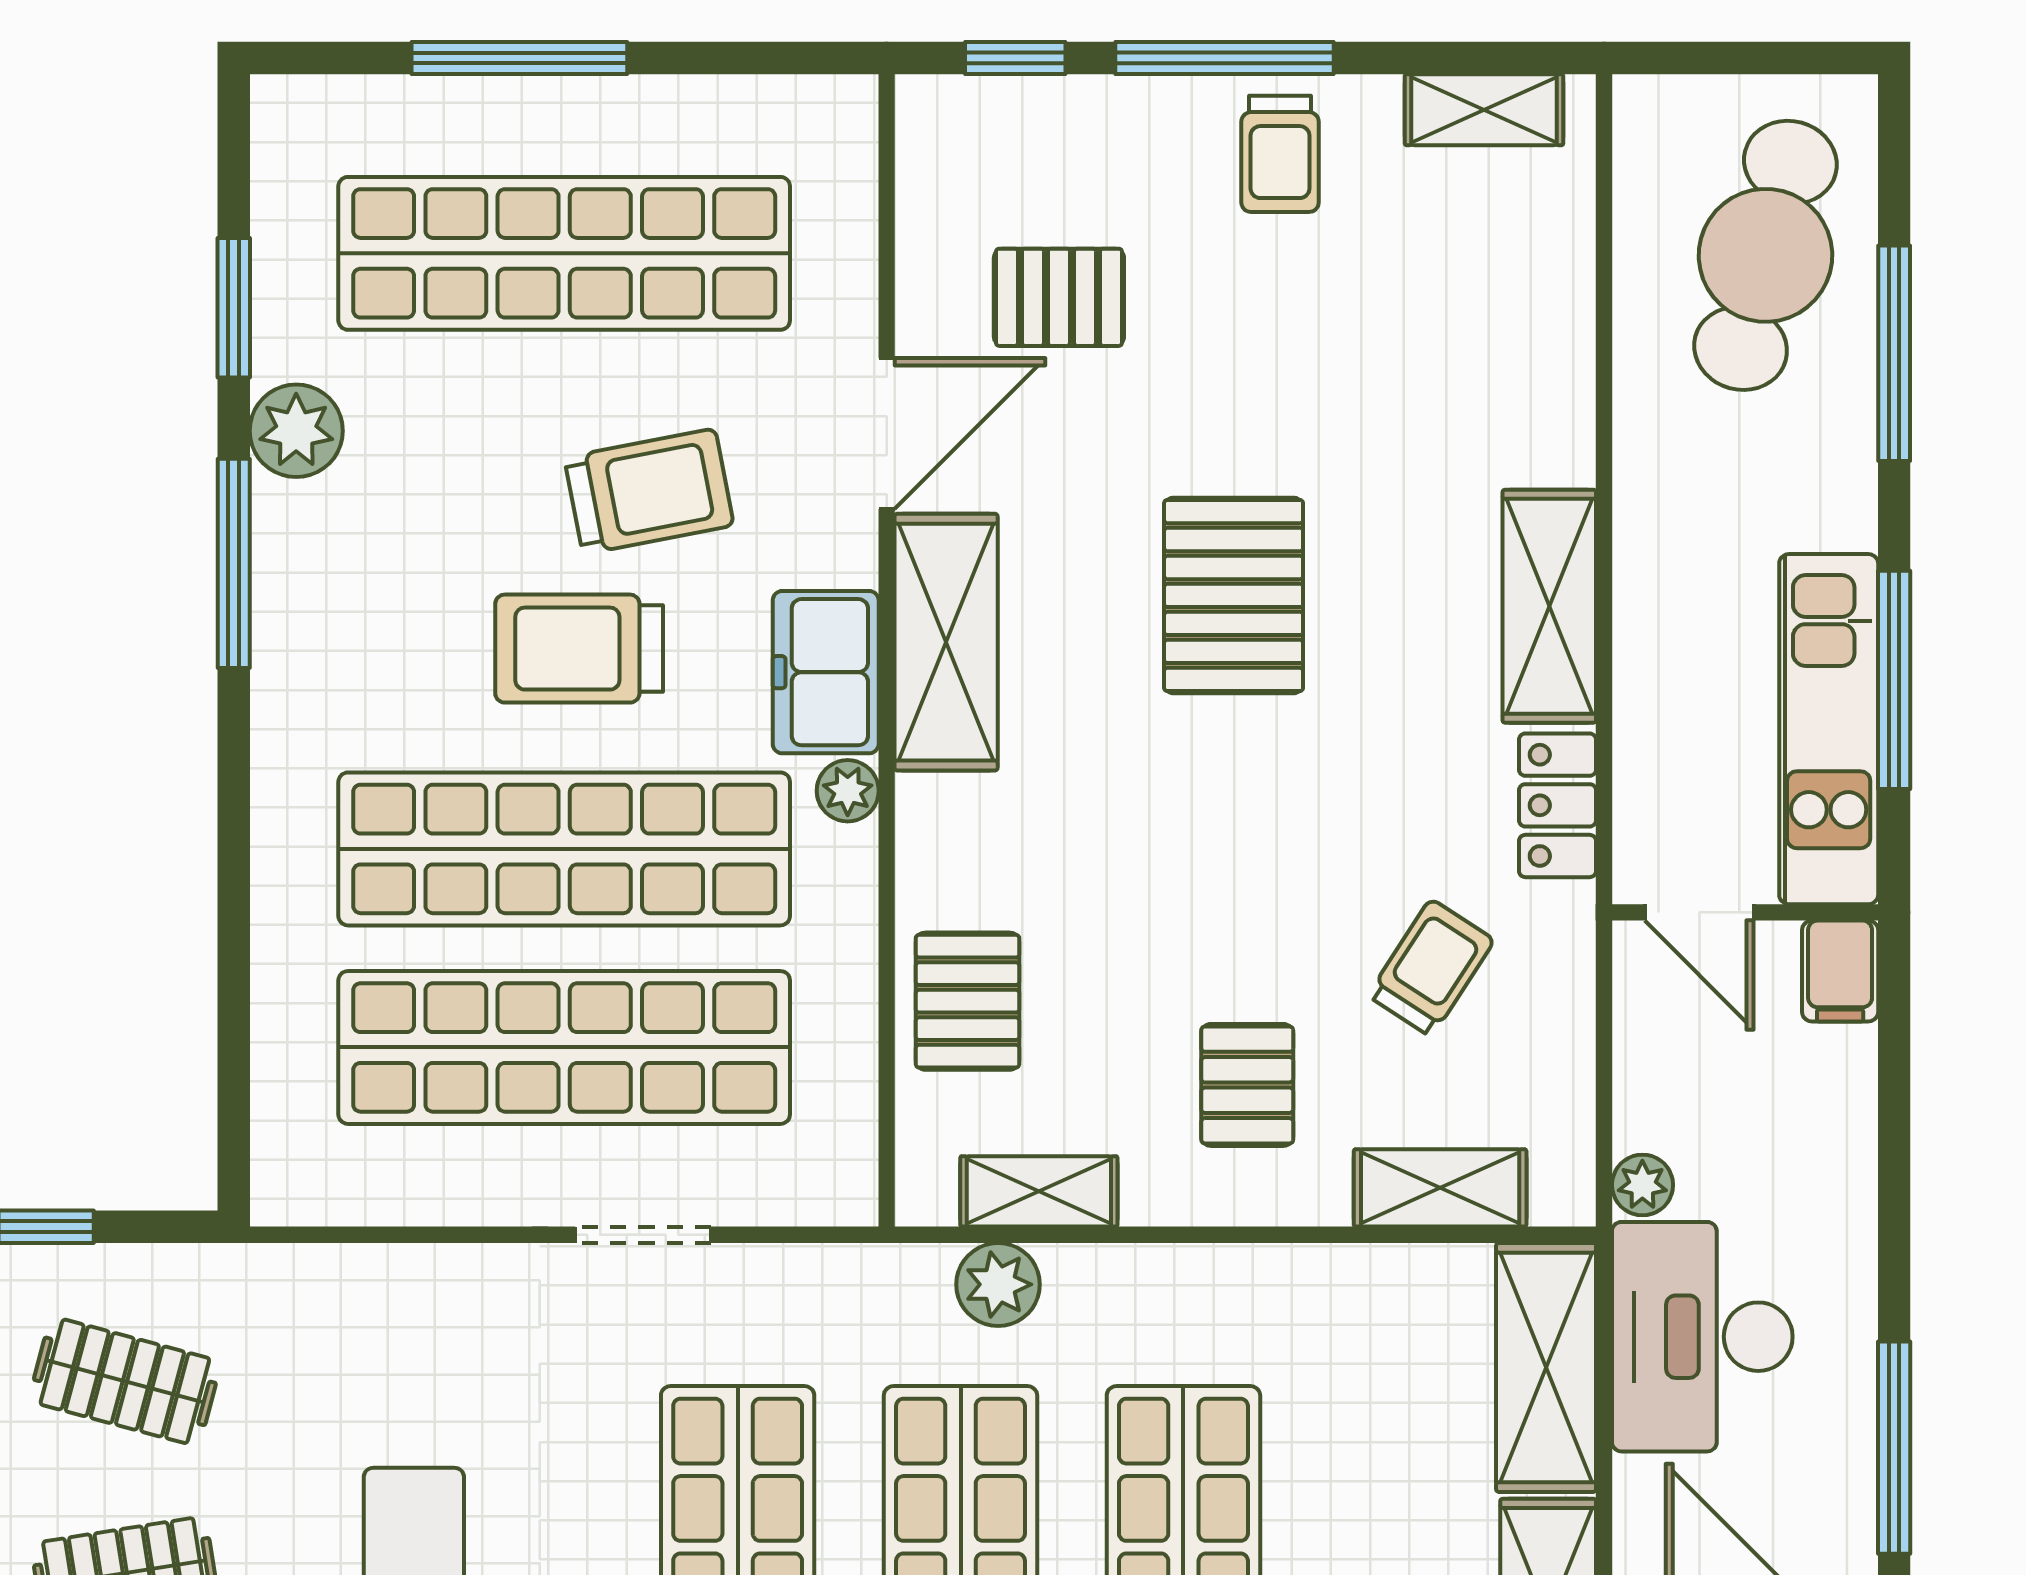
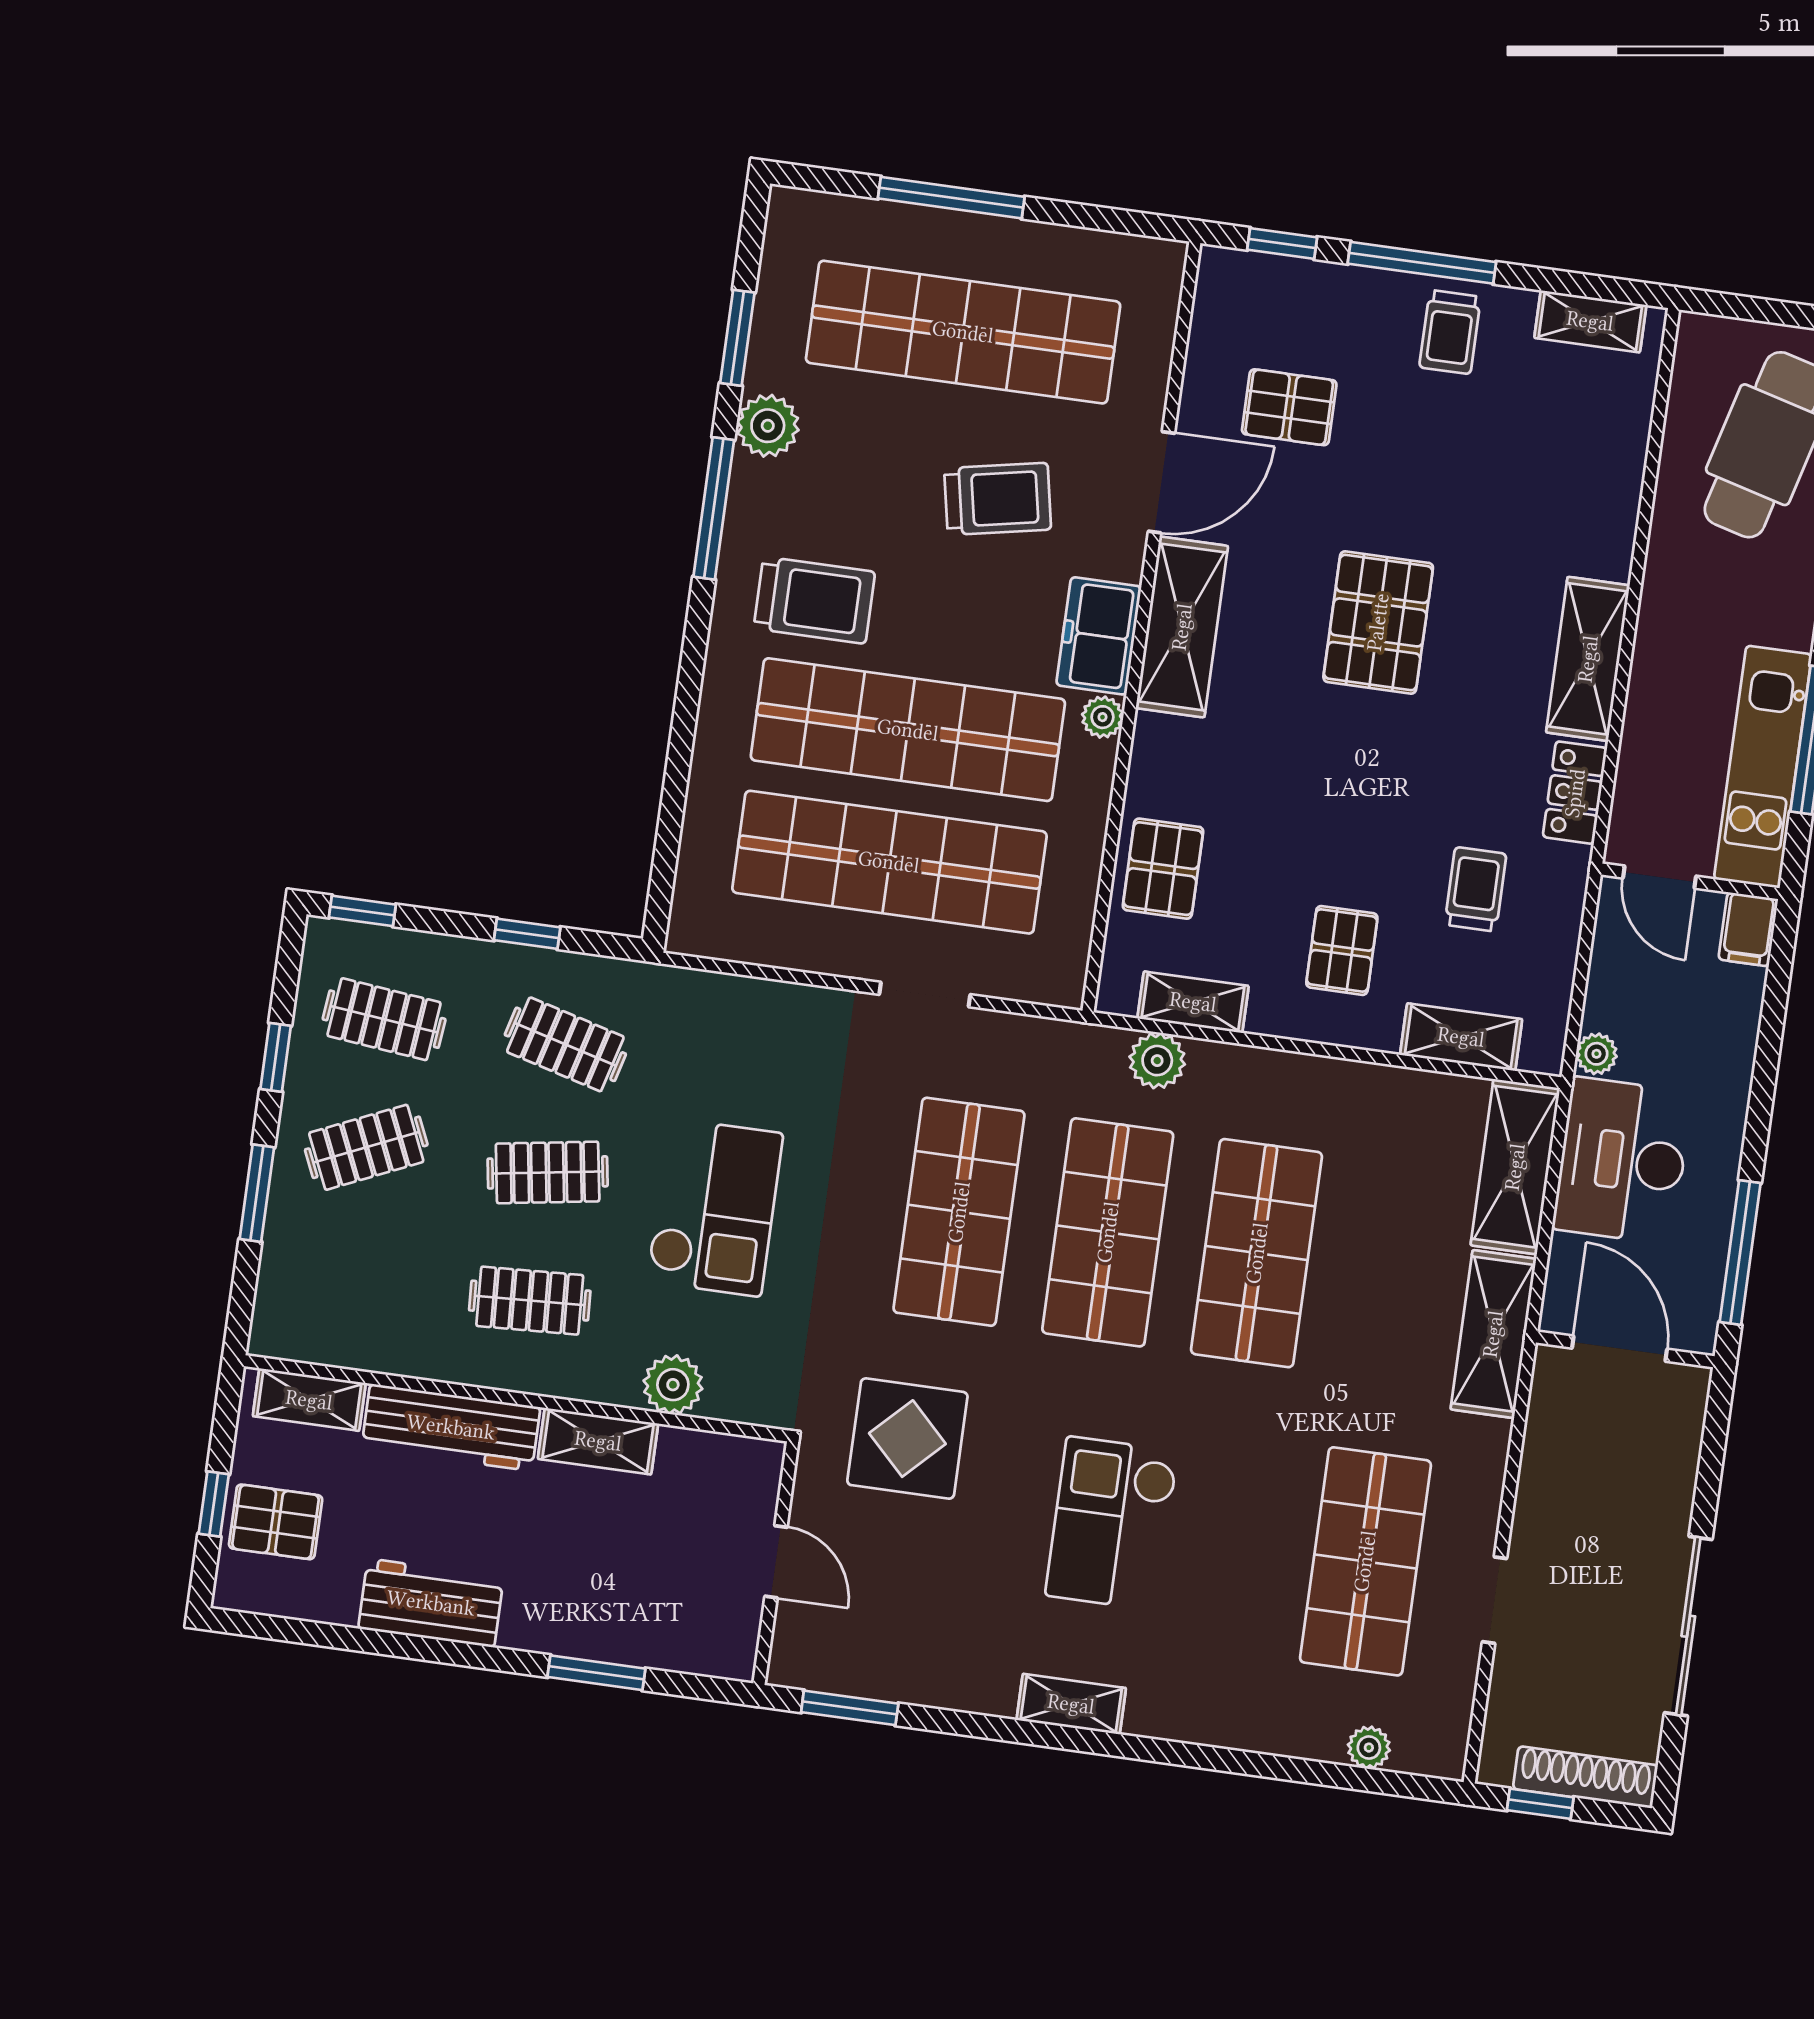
trolley: (579, 649) -> (814, 600), moved, turned 180
trolley: (1431, 968) -> (1475, 889), turned -33

